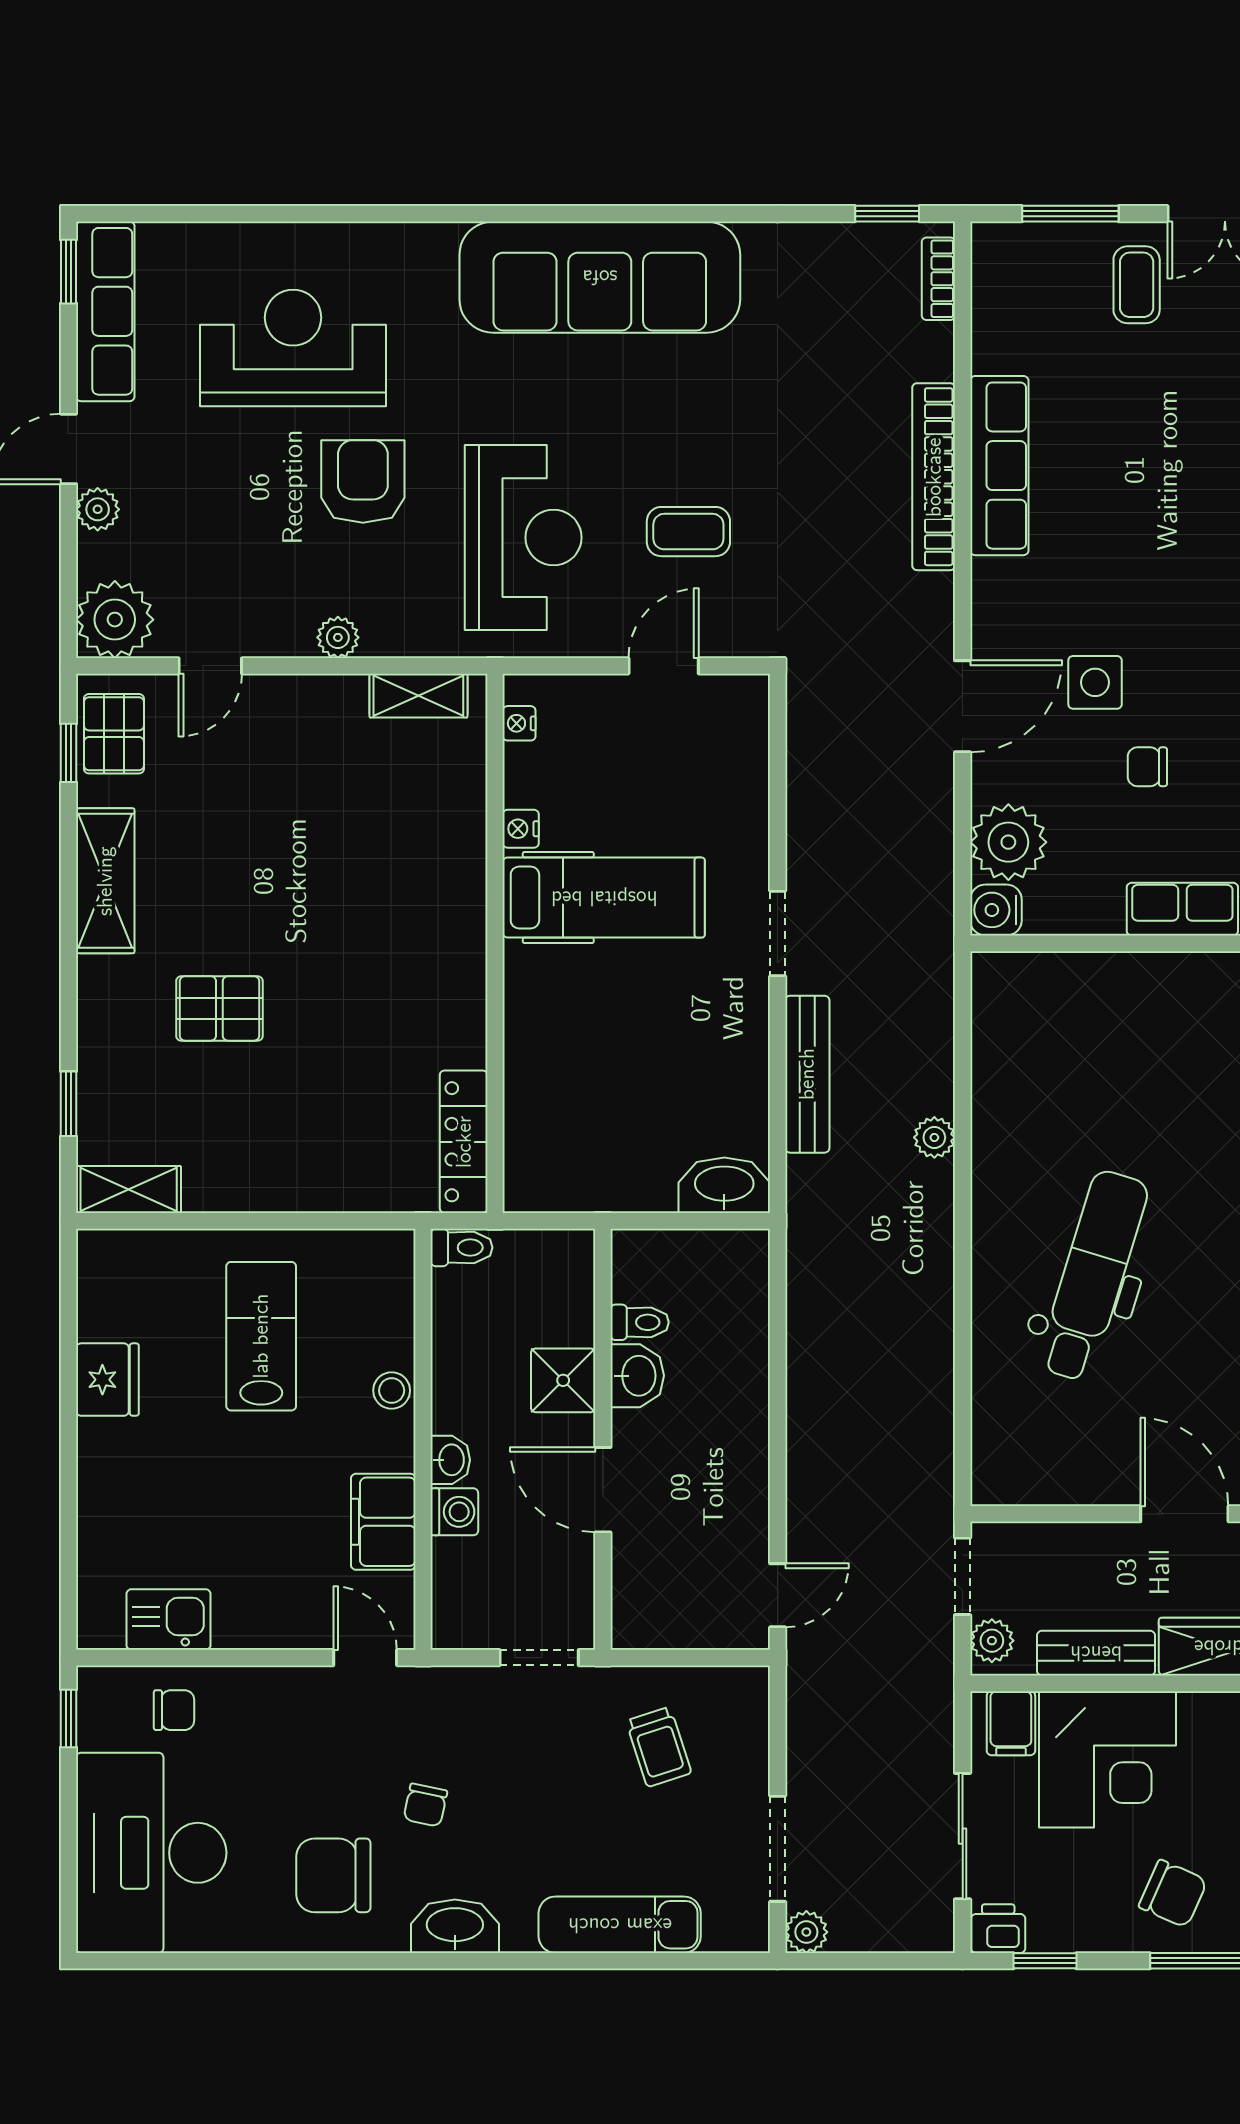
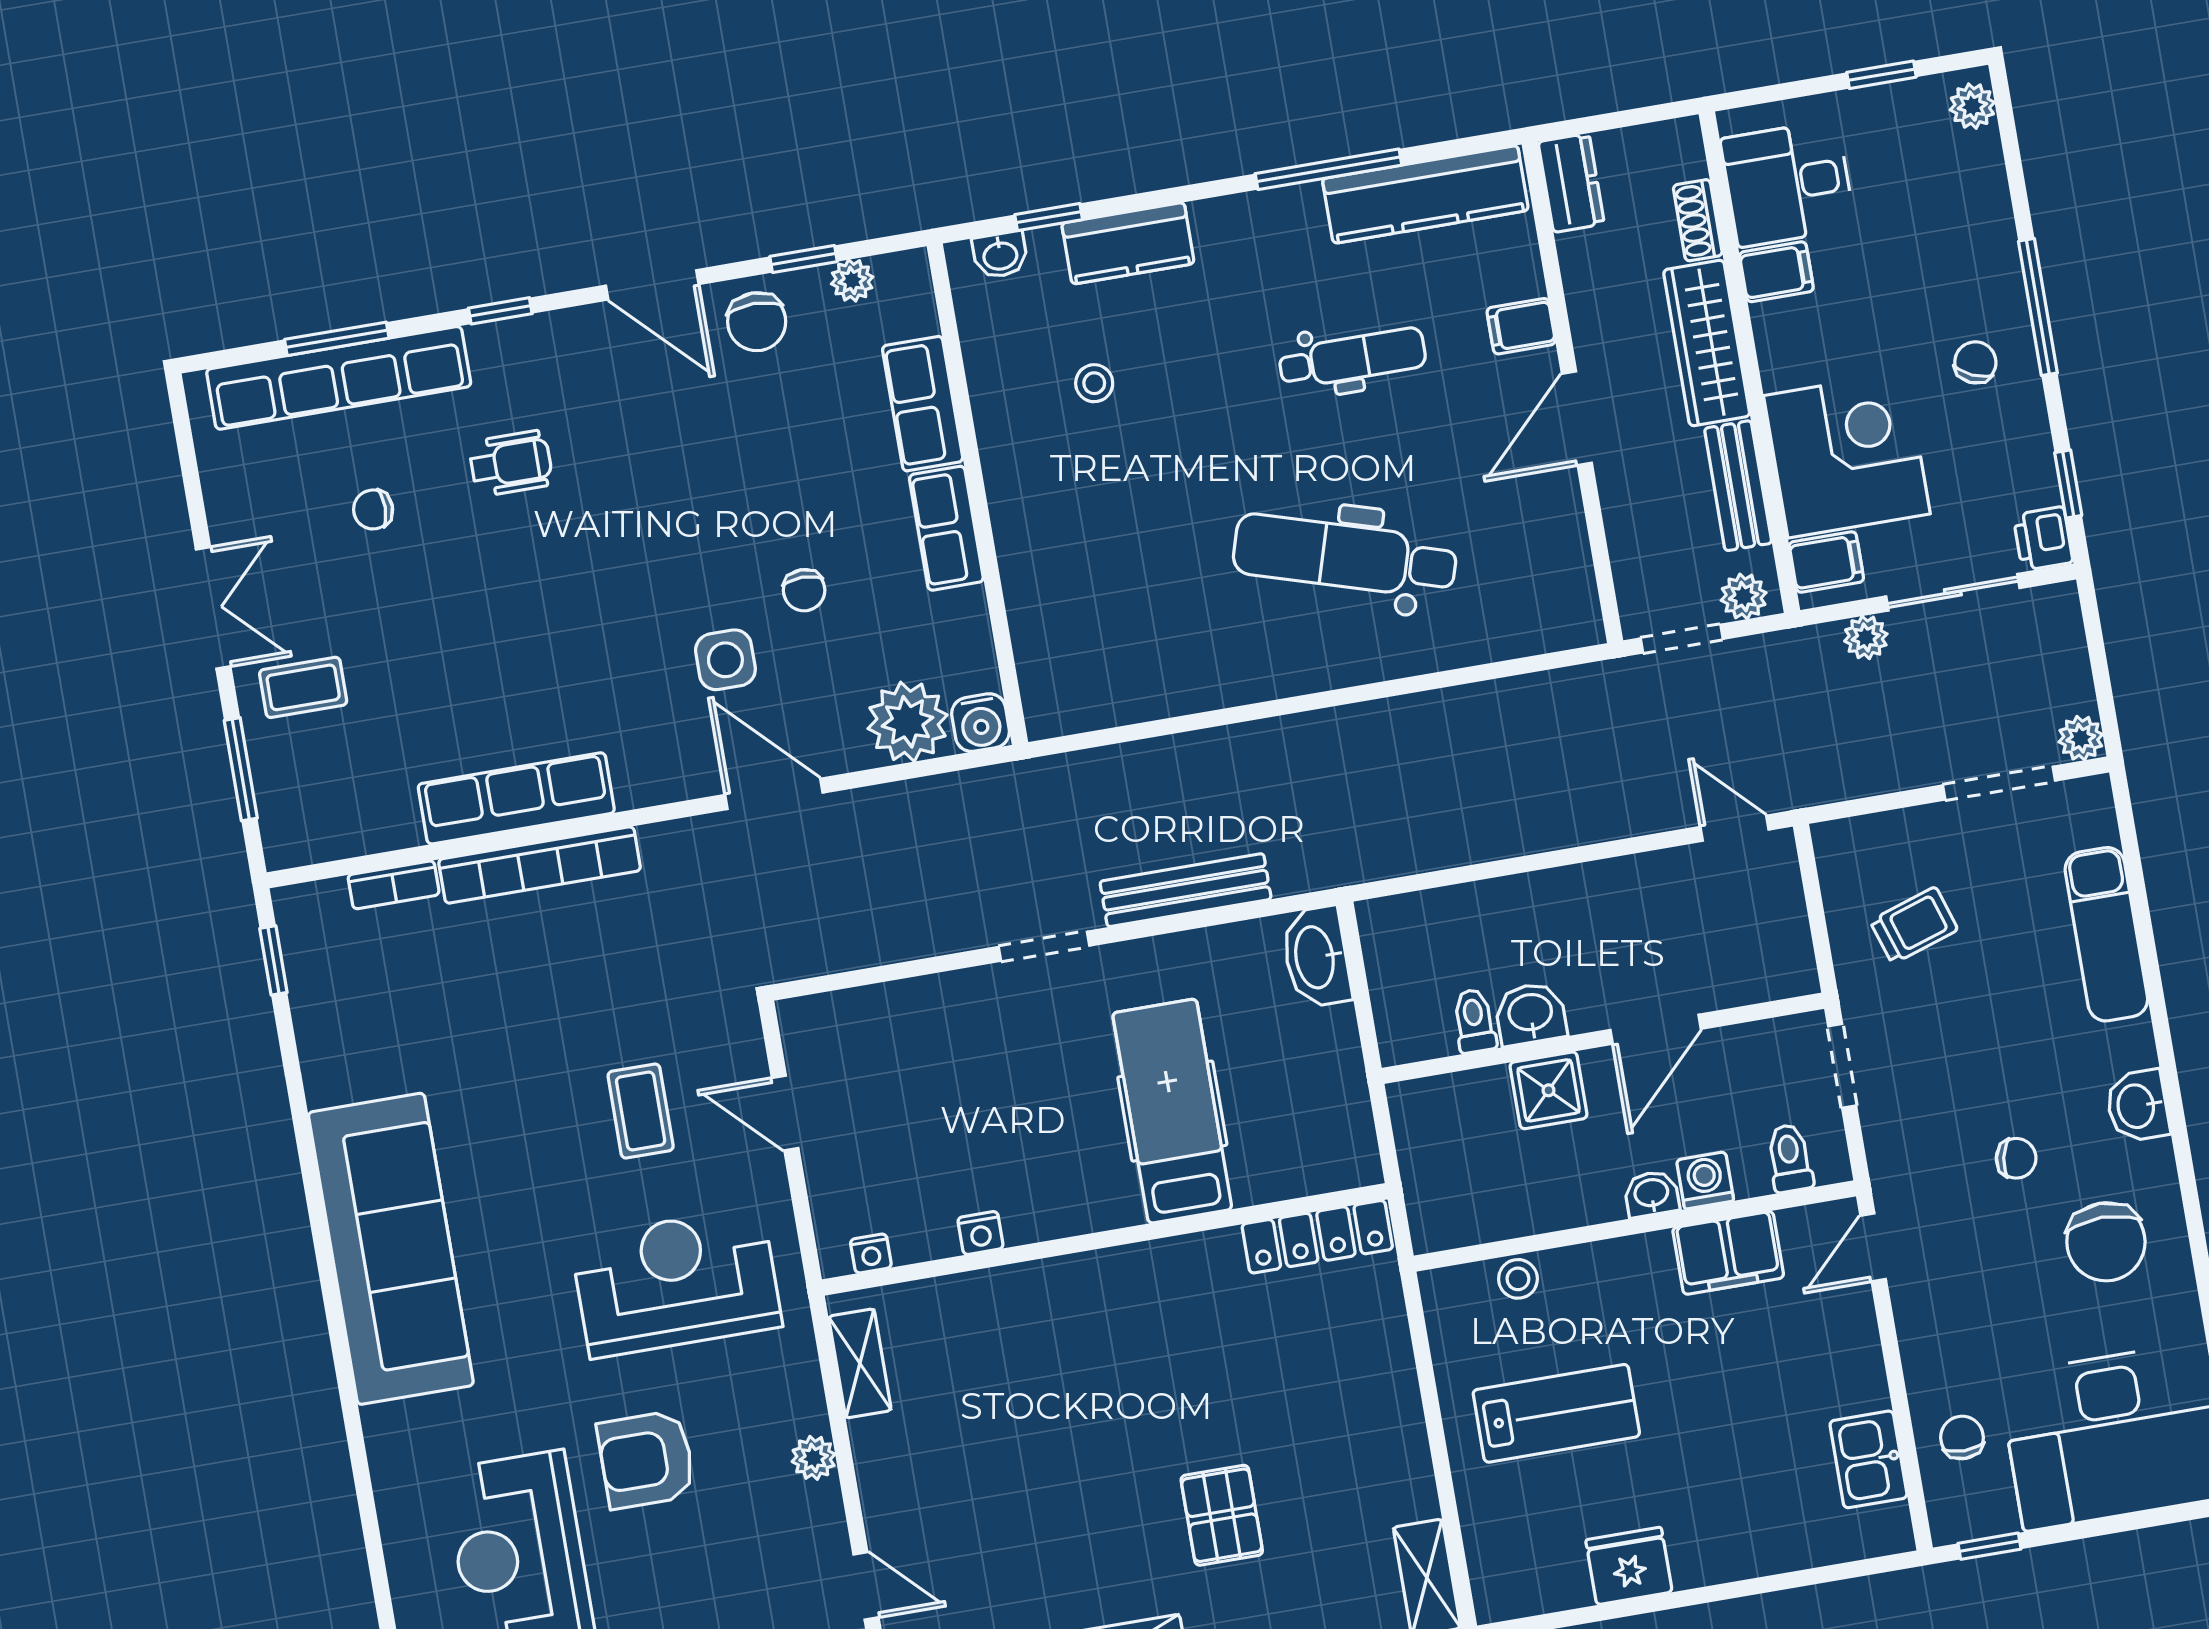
bookcase: (938, 279) -> (394, 885), moved
hospital bed: (604, 898) -> (1172, 1111), moved
plant: (934, 1137) -> (1866, 637), moved
toilet: (462, 1248) -> (1790, 1158), moved
lab bench: (261, 1336) -> (1556, 1413), turned 180
stool: (392, 1390) -> (1518, 1279), moved
chair: (1173, 1894) -> (1975, 362), width x0.73, depth x0.73
washbasin: (455, 1926) -> (2137, 1106), width x0.72

